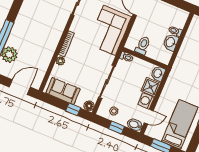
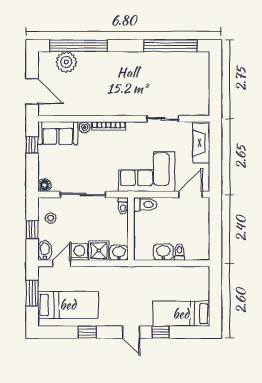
toilet: (143, 46) -> (145, 204), moved
sofa: (63, 91) -> (58, 133), moved, turned 90
window: (73, 109) -> (32, 145), moved
door: (149, 117) -> (62, 263), swing flipped

